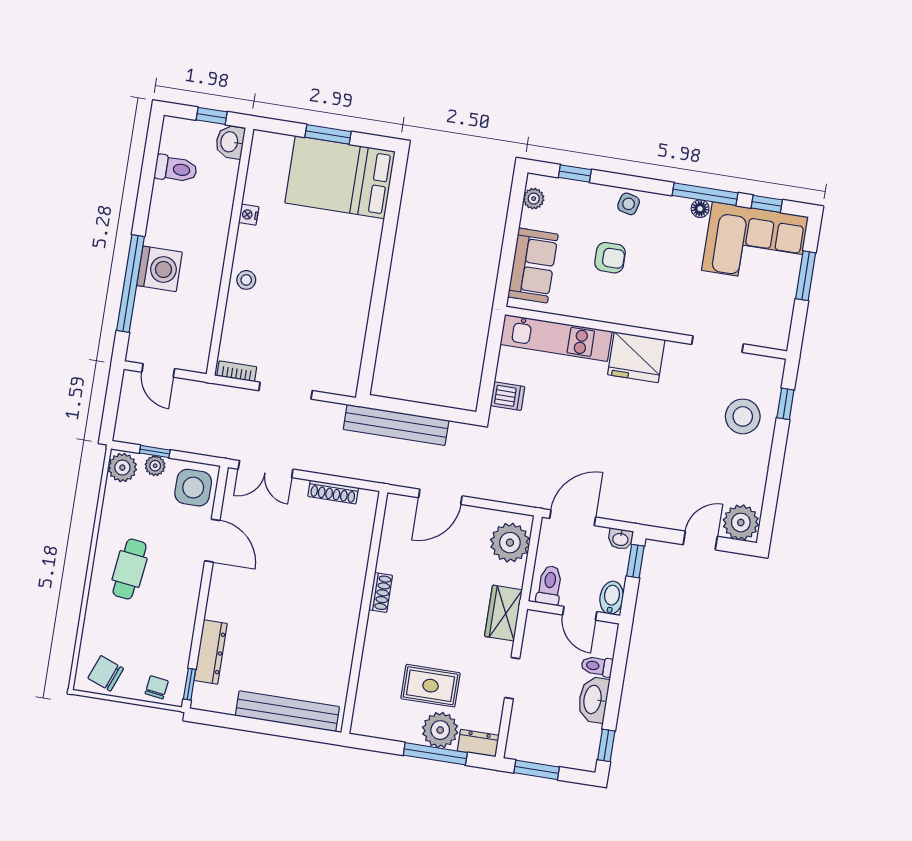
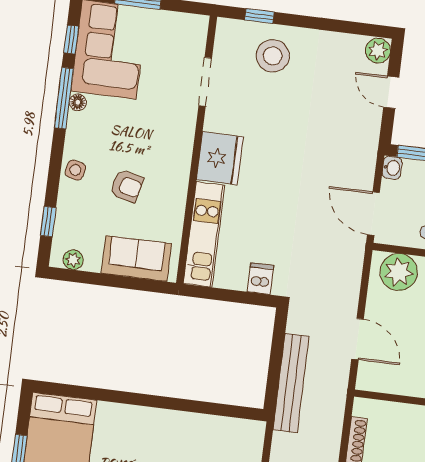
armchair: (610, 258) -> (127, 186), turned 103
plant: (741, 522) -> (378, 51), width x0.73, depth x0.73

